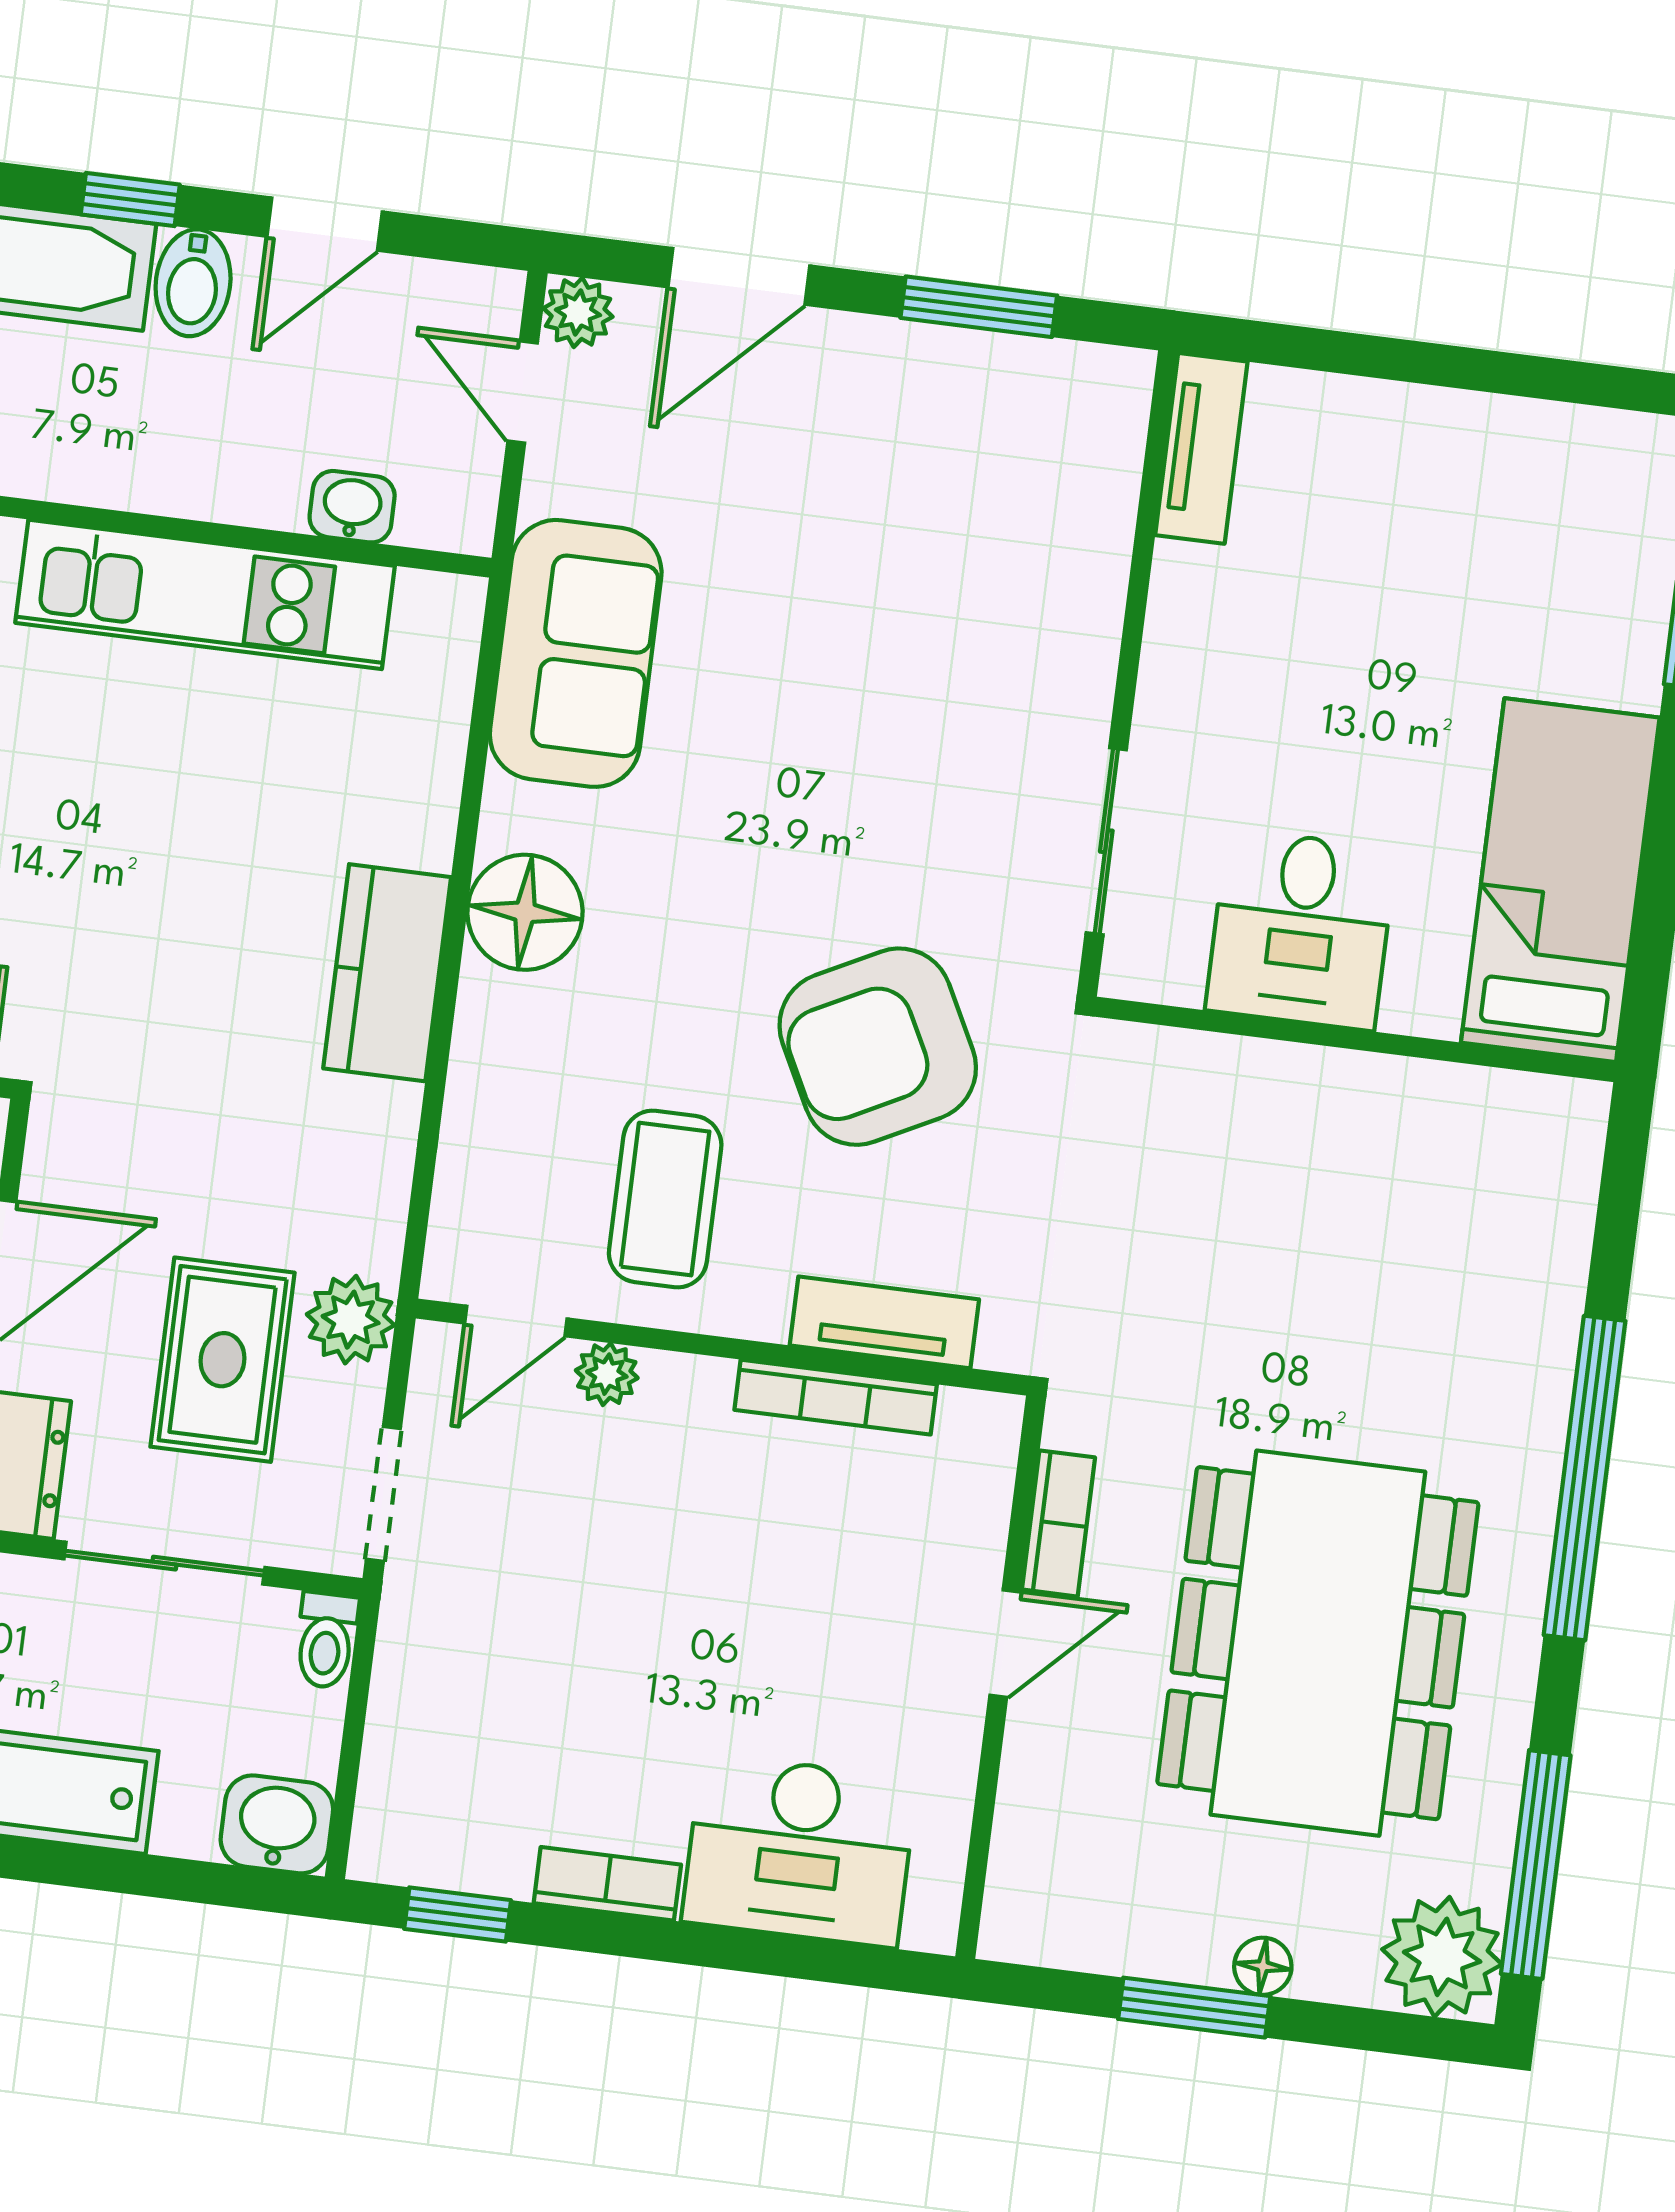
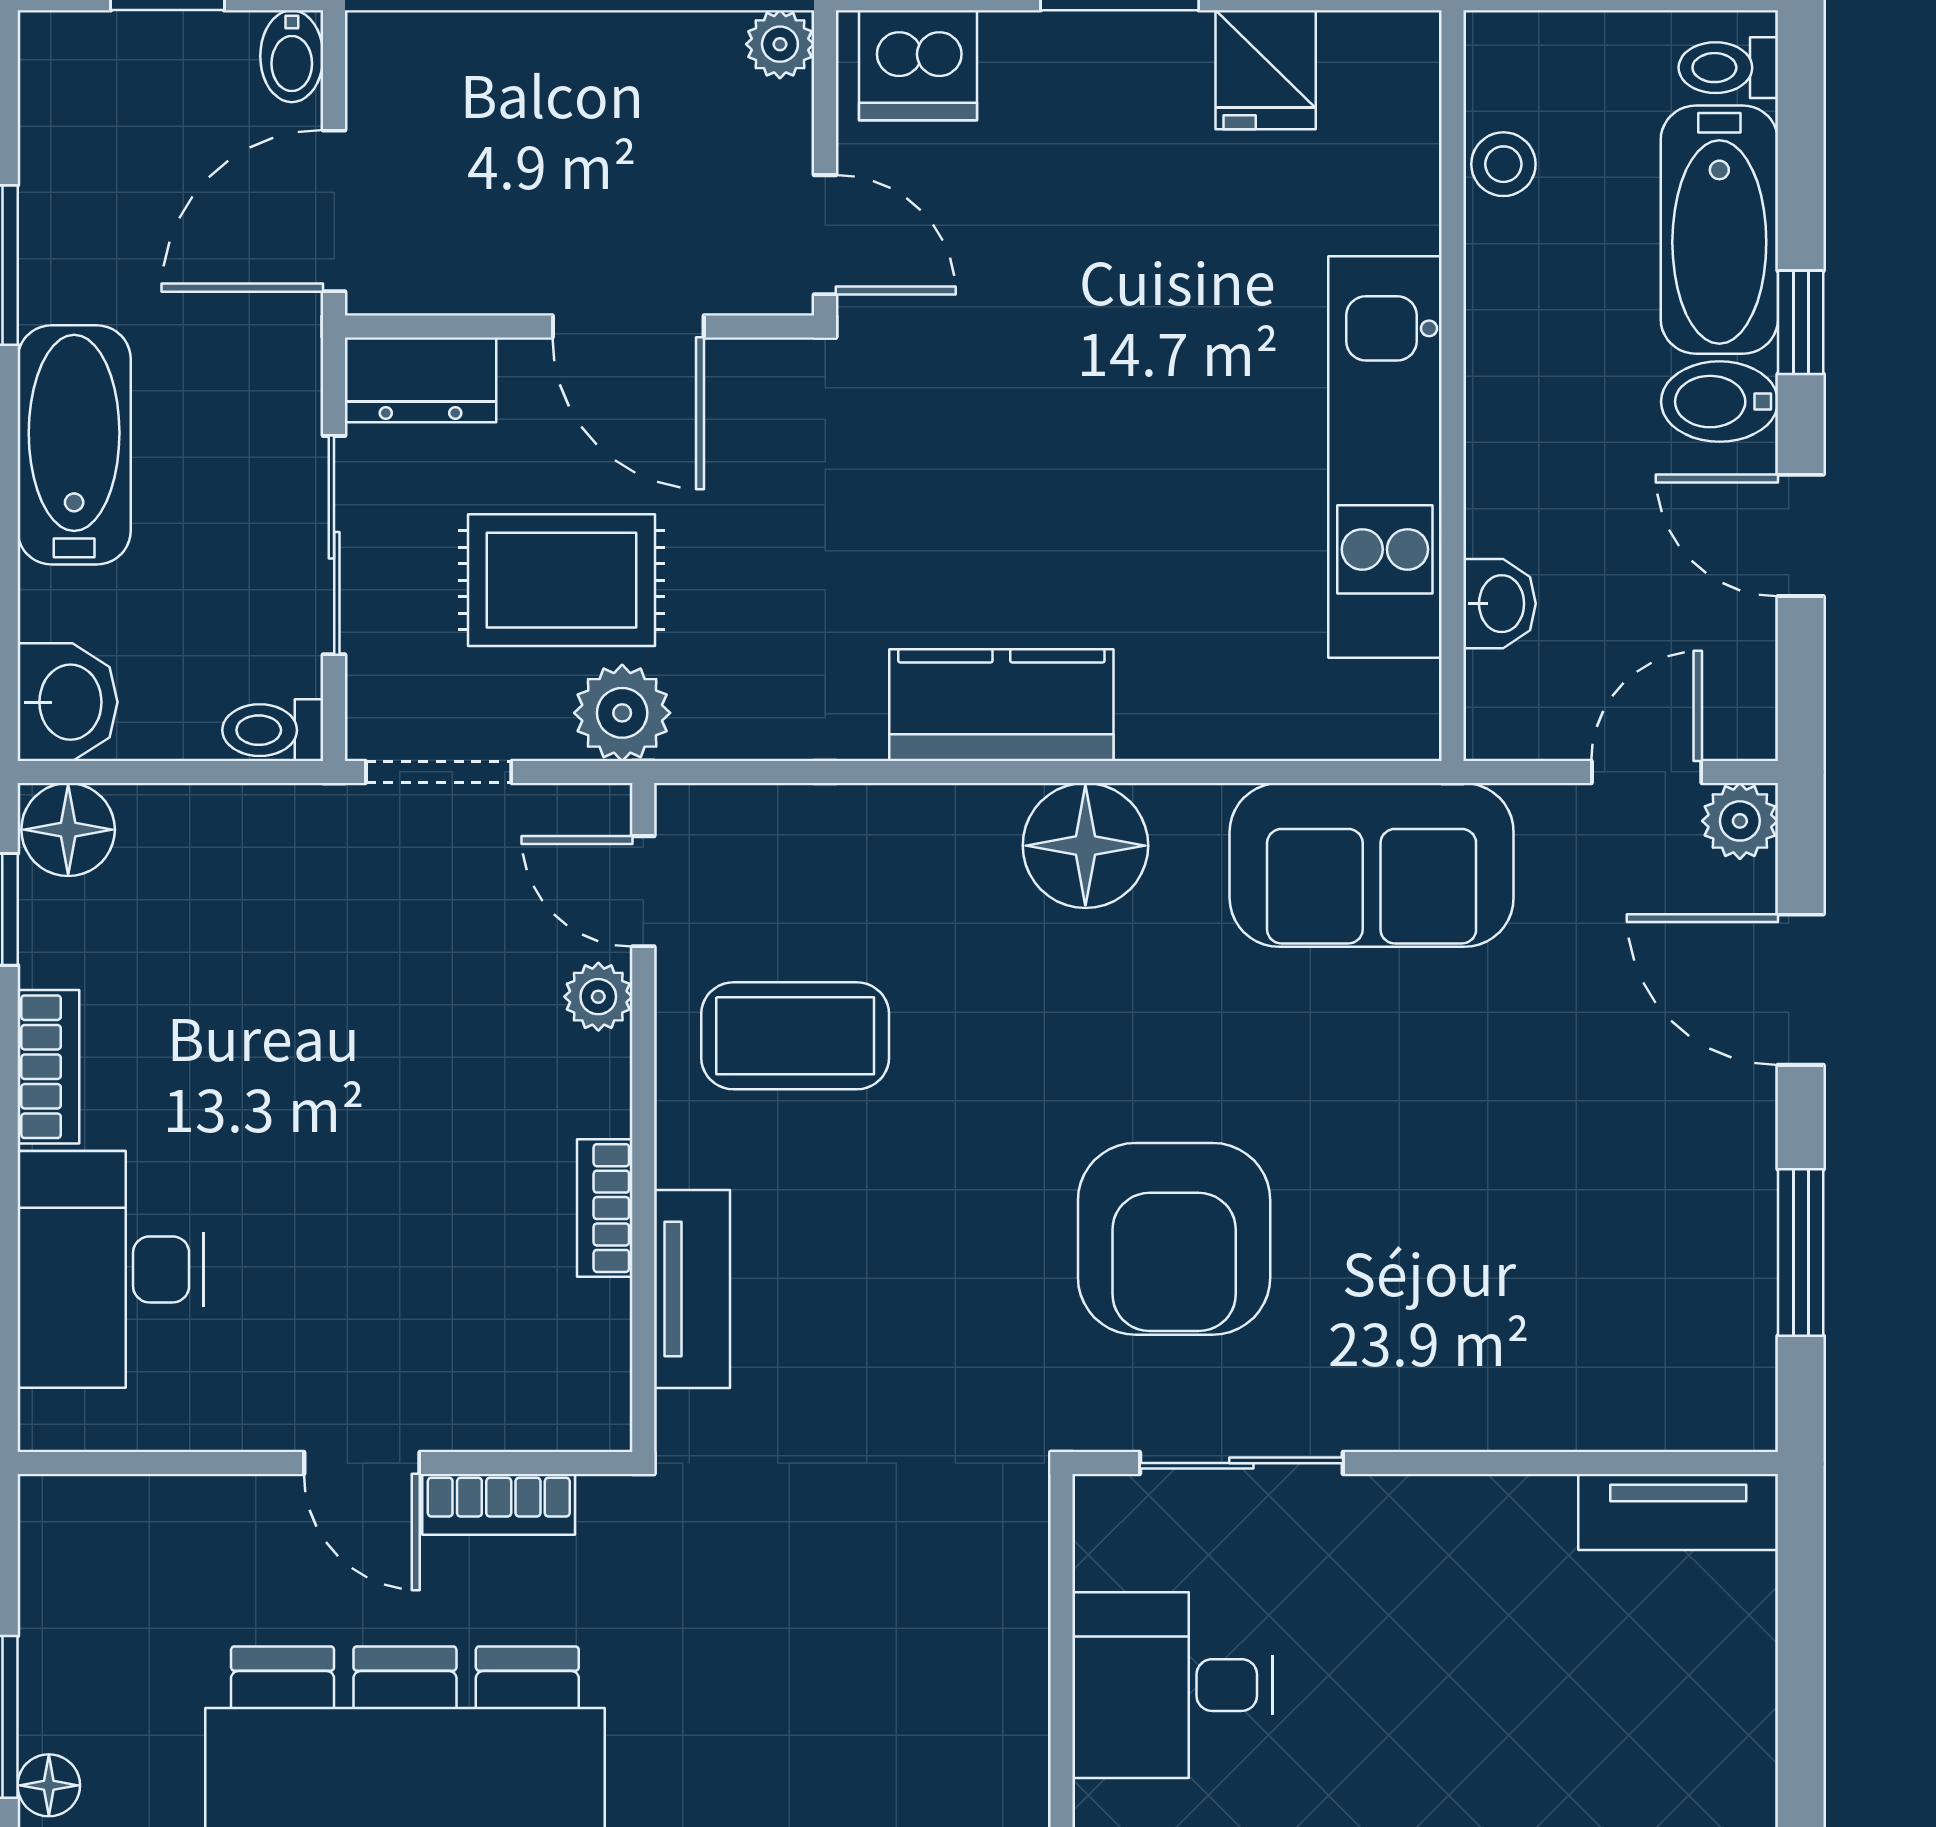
armchair: (878, 1047) -> (1174, 1239), moved, turned -153
bookcase: (836, 1397) -> (605, 1208), width x0.64
floor lamp: (393, 1838) -> (68, 830), added

